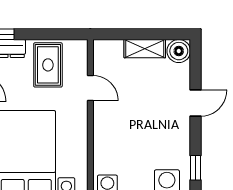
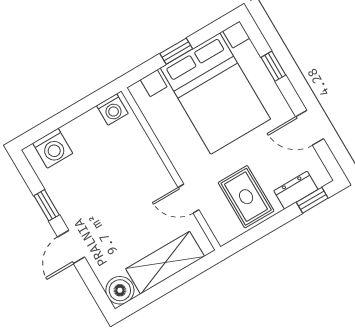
shelving: (145, 49) -> (165, 263), width x1.50, depth x1.33
window: (196, 168) -> (47, 205), moved

